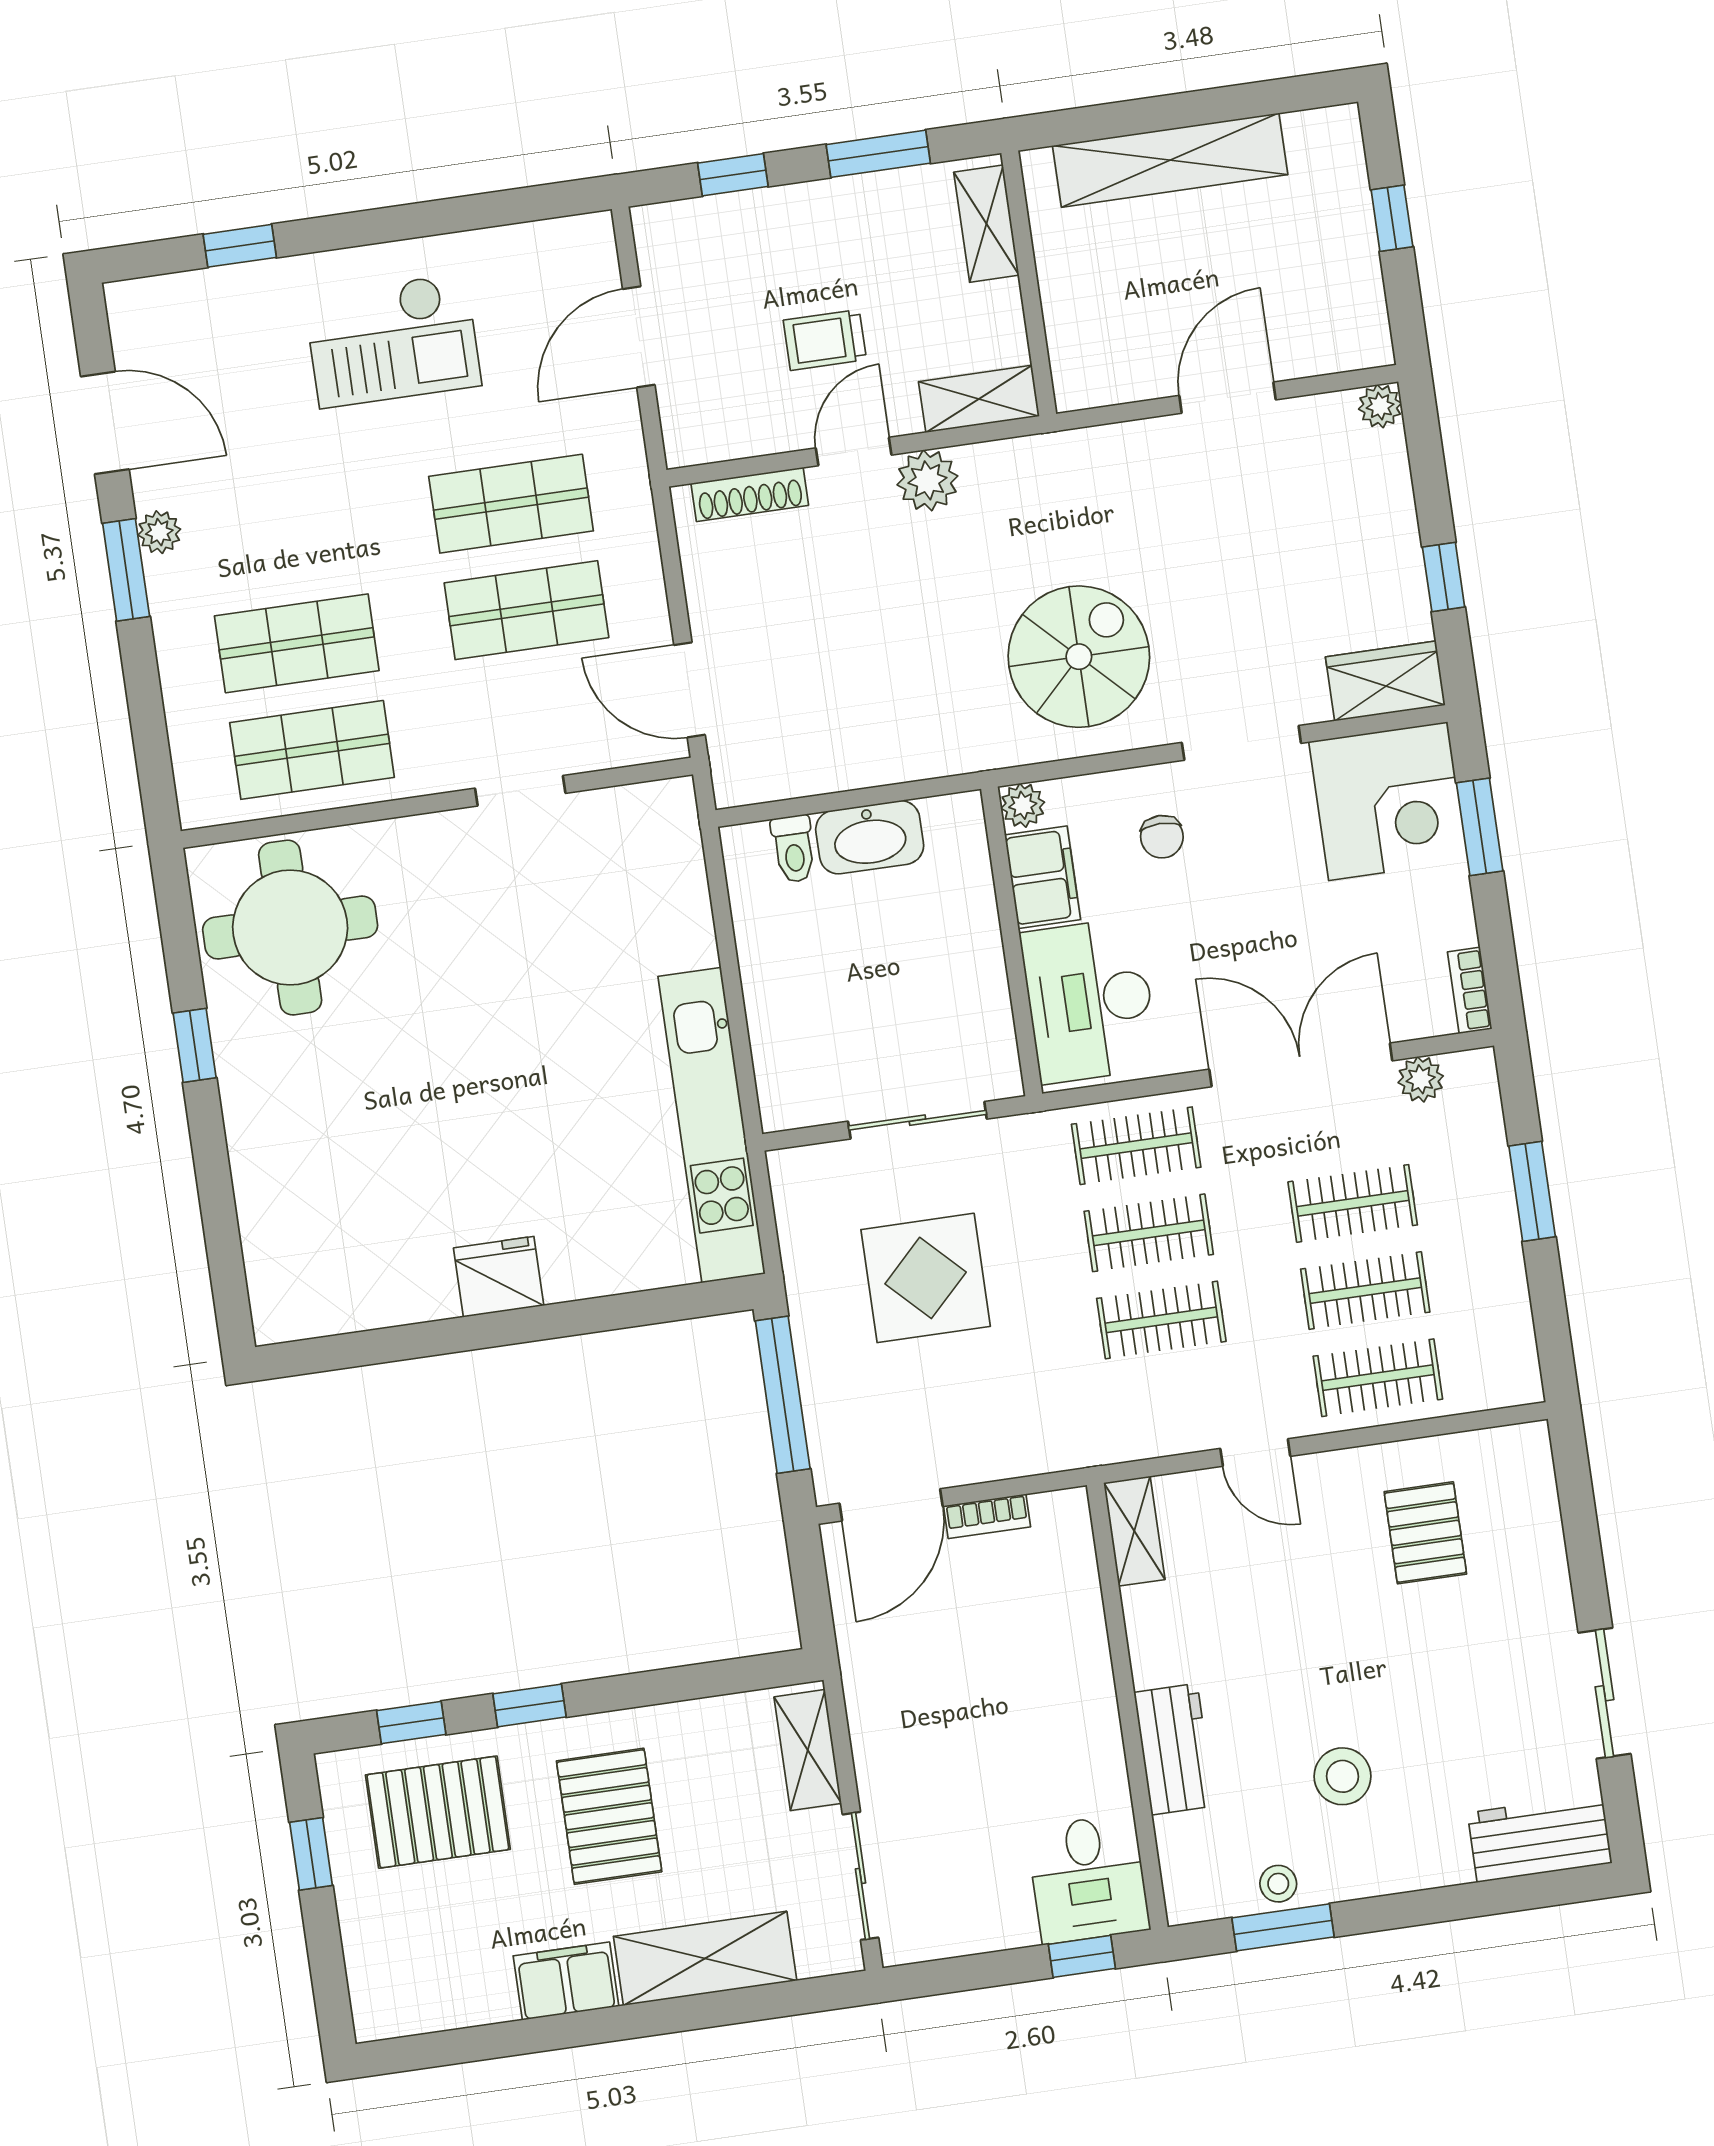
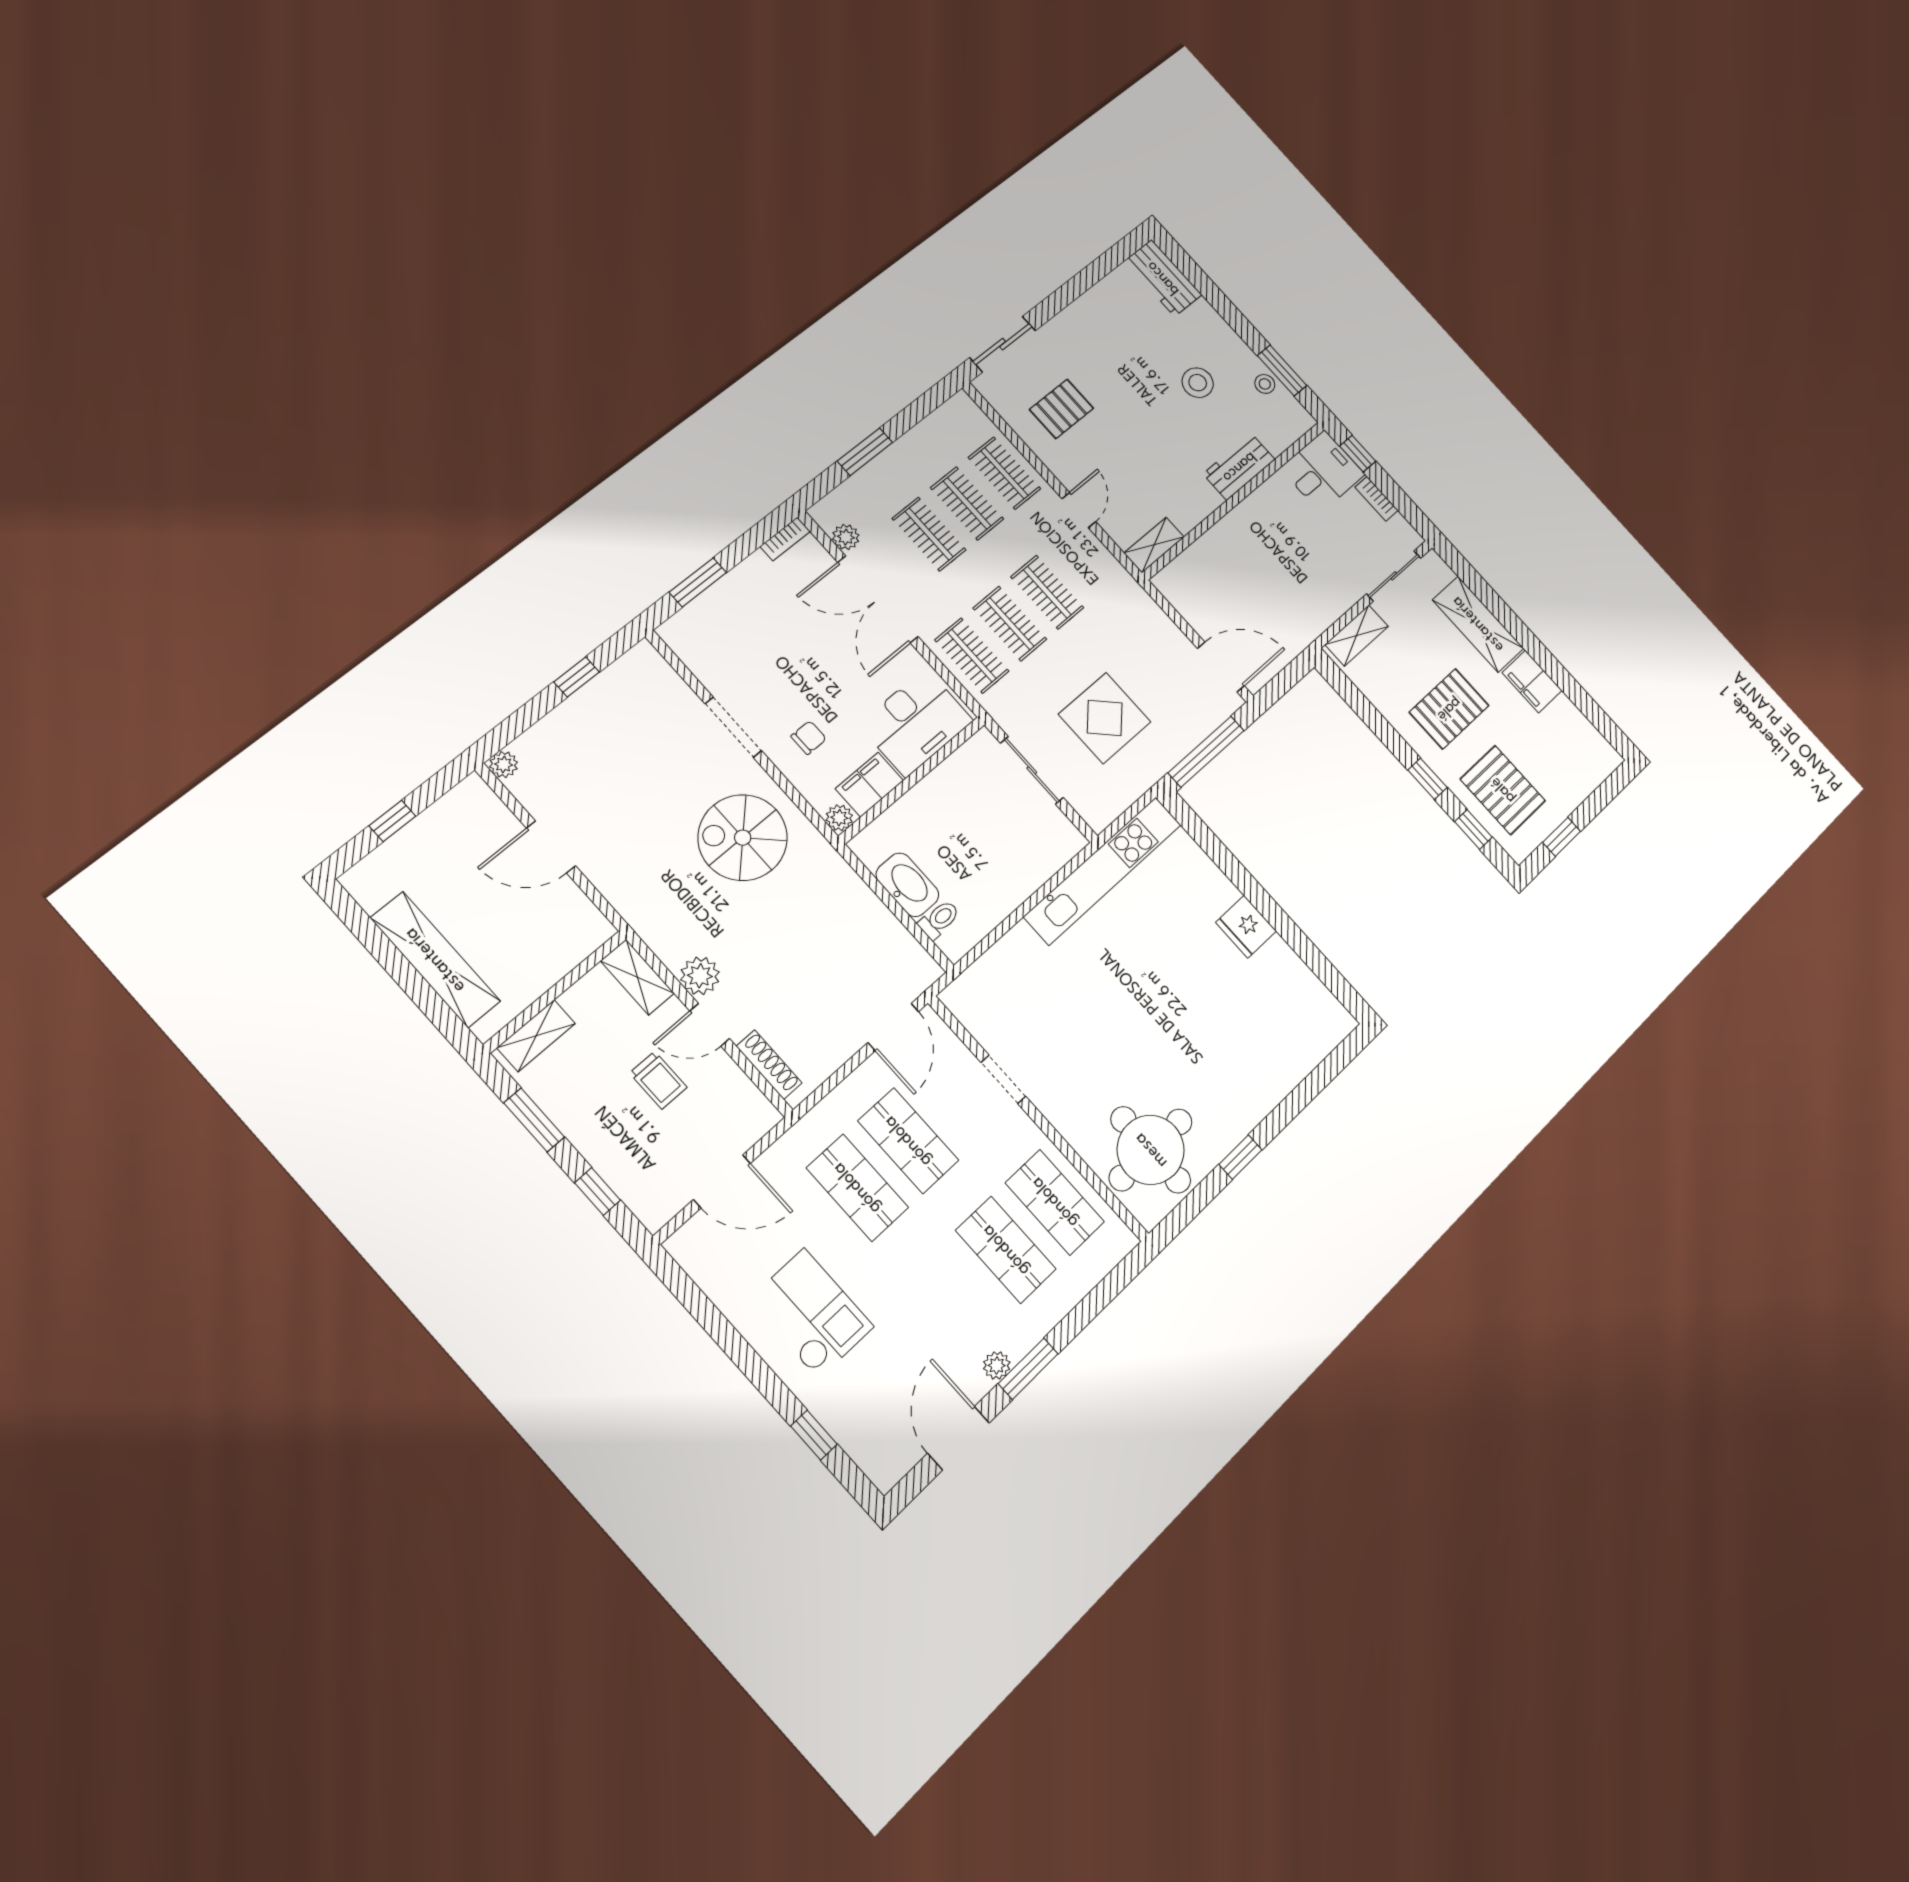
wardrobe: (1385, 681) -> (652, 674), removed
corner desk: (1388, 801) -> (715, 636), removed
bookcase: (987, 1516) -> (1376, 499), moved, turned 180
sliding door: (1604, 1693) -> (1003, 344), moved

